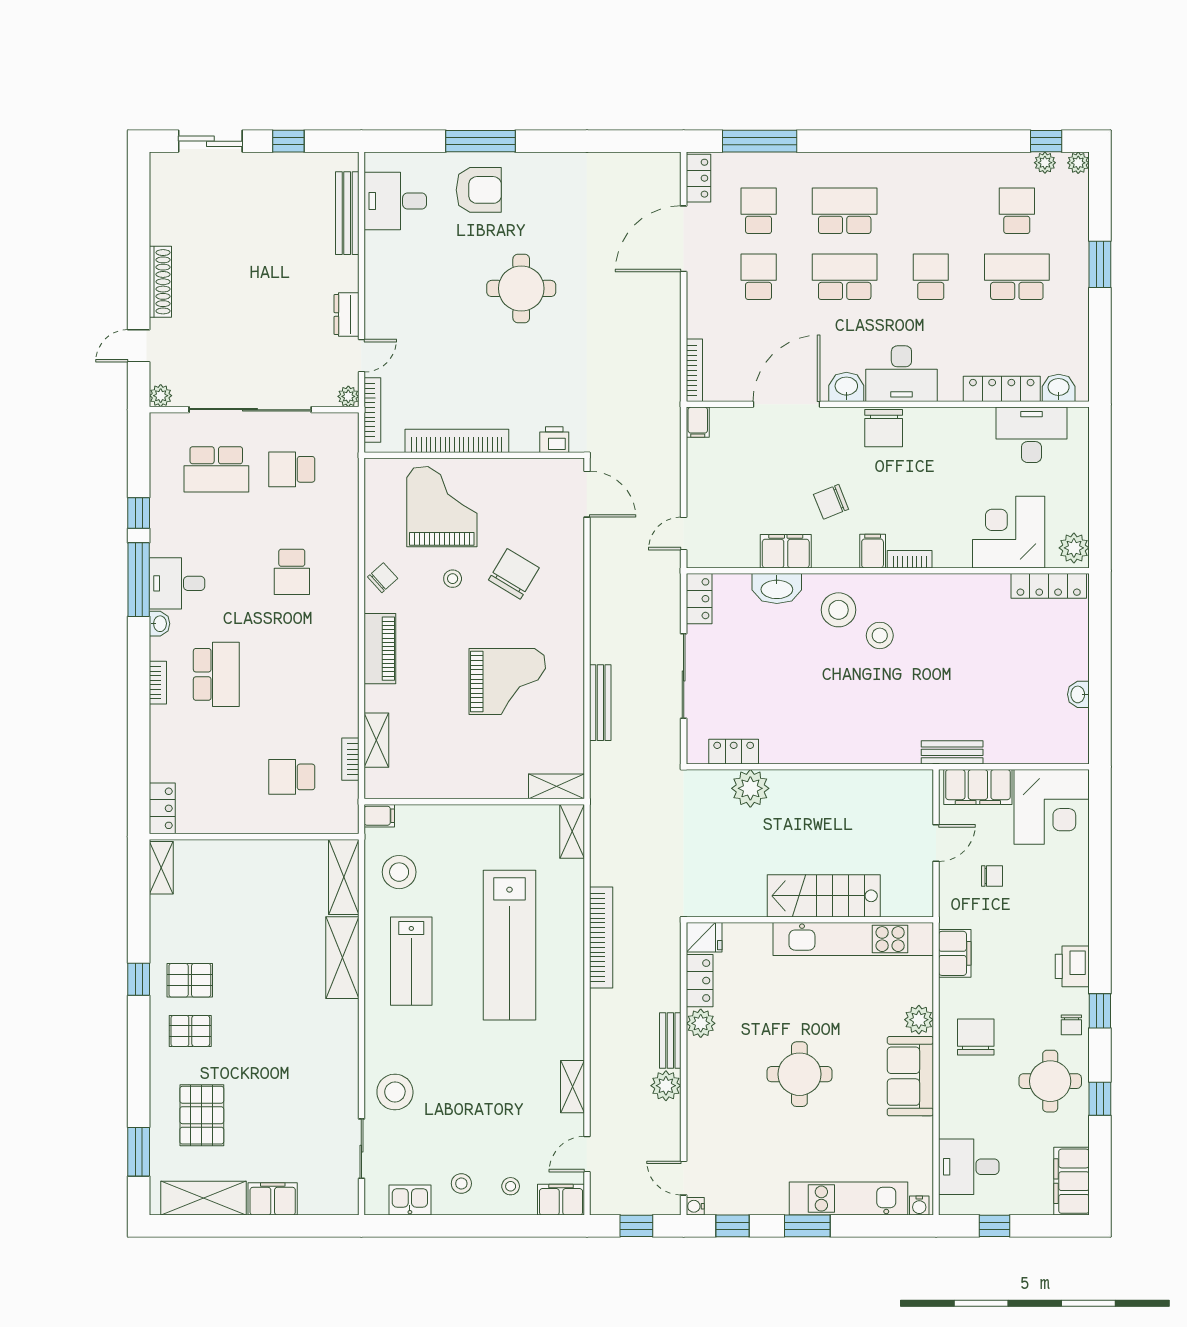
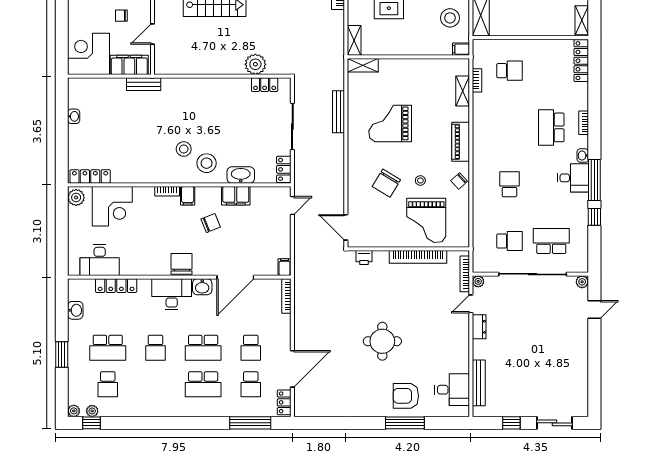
shoe rack: (160, 282) -> (582, 345), removed
washbasin: (1059, 388) -> (75, 310), moved, turned -90
locker: (162, 808) -> (581, 61), width x1.53

